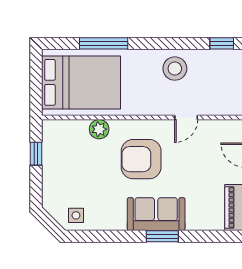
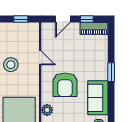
sofa: (156, 214) -> (98, 98), moved

